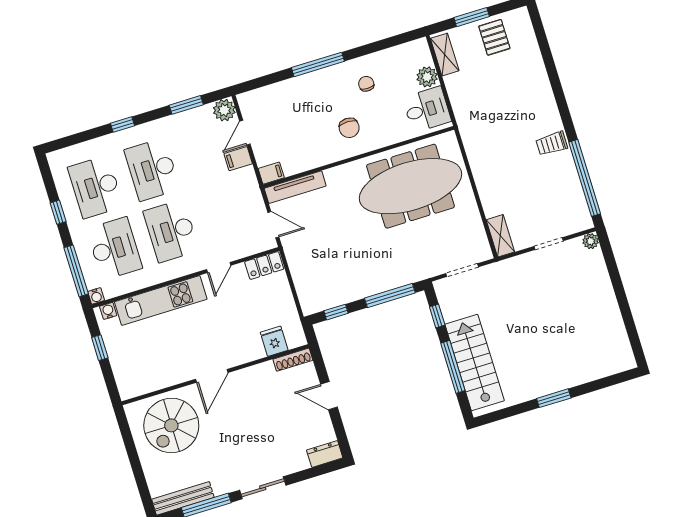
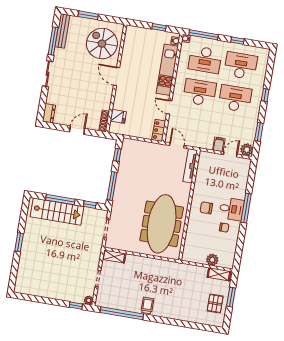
pallet: (494, 37) -> (215, 303), turned 90
desk: (427, 109) -> (232, 209), moved, turned -90
door: (245, 133) -> (230, 154), hinge flipped
filing cabinet: (271, 173) -> (203, 157), removed
door: (273, 225) -> (177, 145), swing flipped
window: (609, 257) -> (76, 306), added
window: (137, 470) -> (88, 15), added

